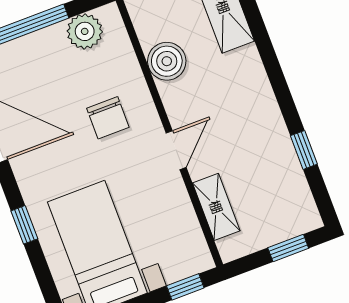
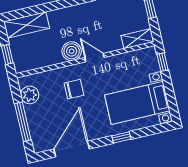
boiler: (167, 61) -> (72, 51), moved
shelving: (216, 207) -> (137, 39), moved

